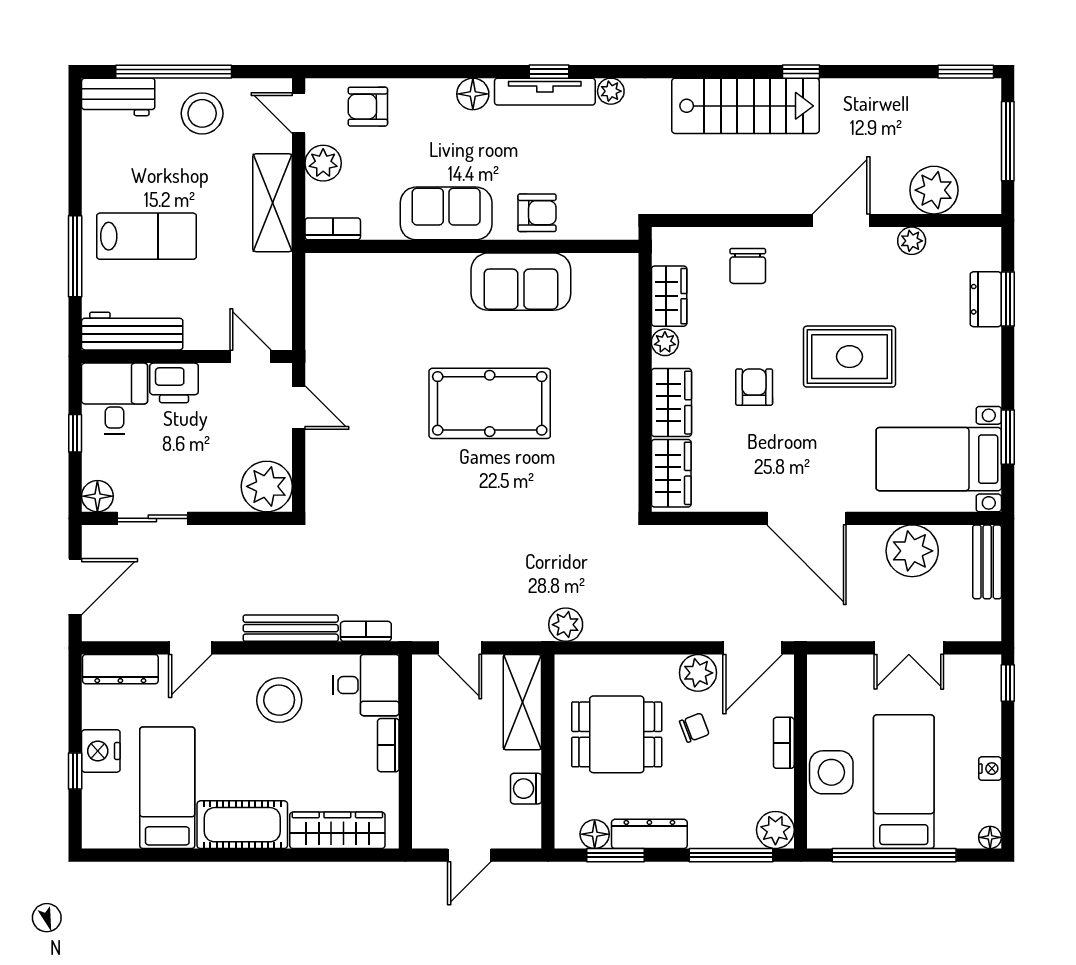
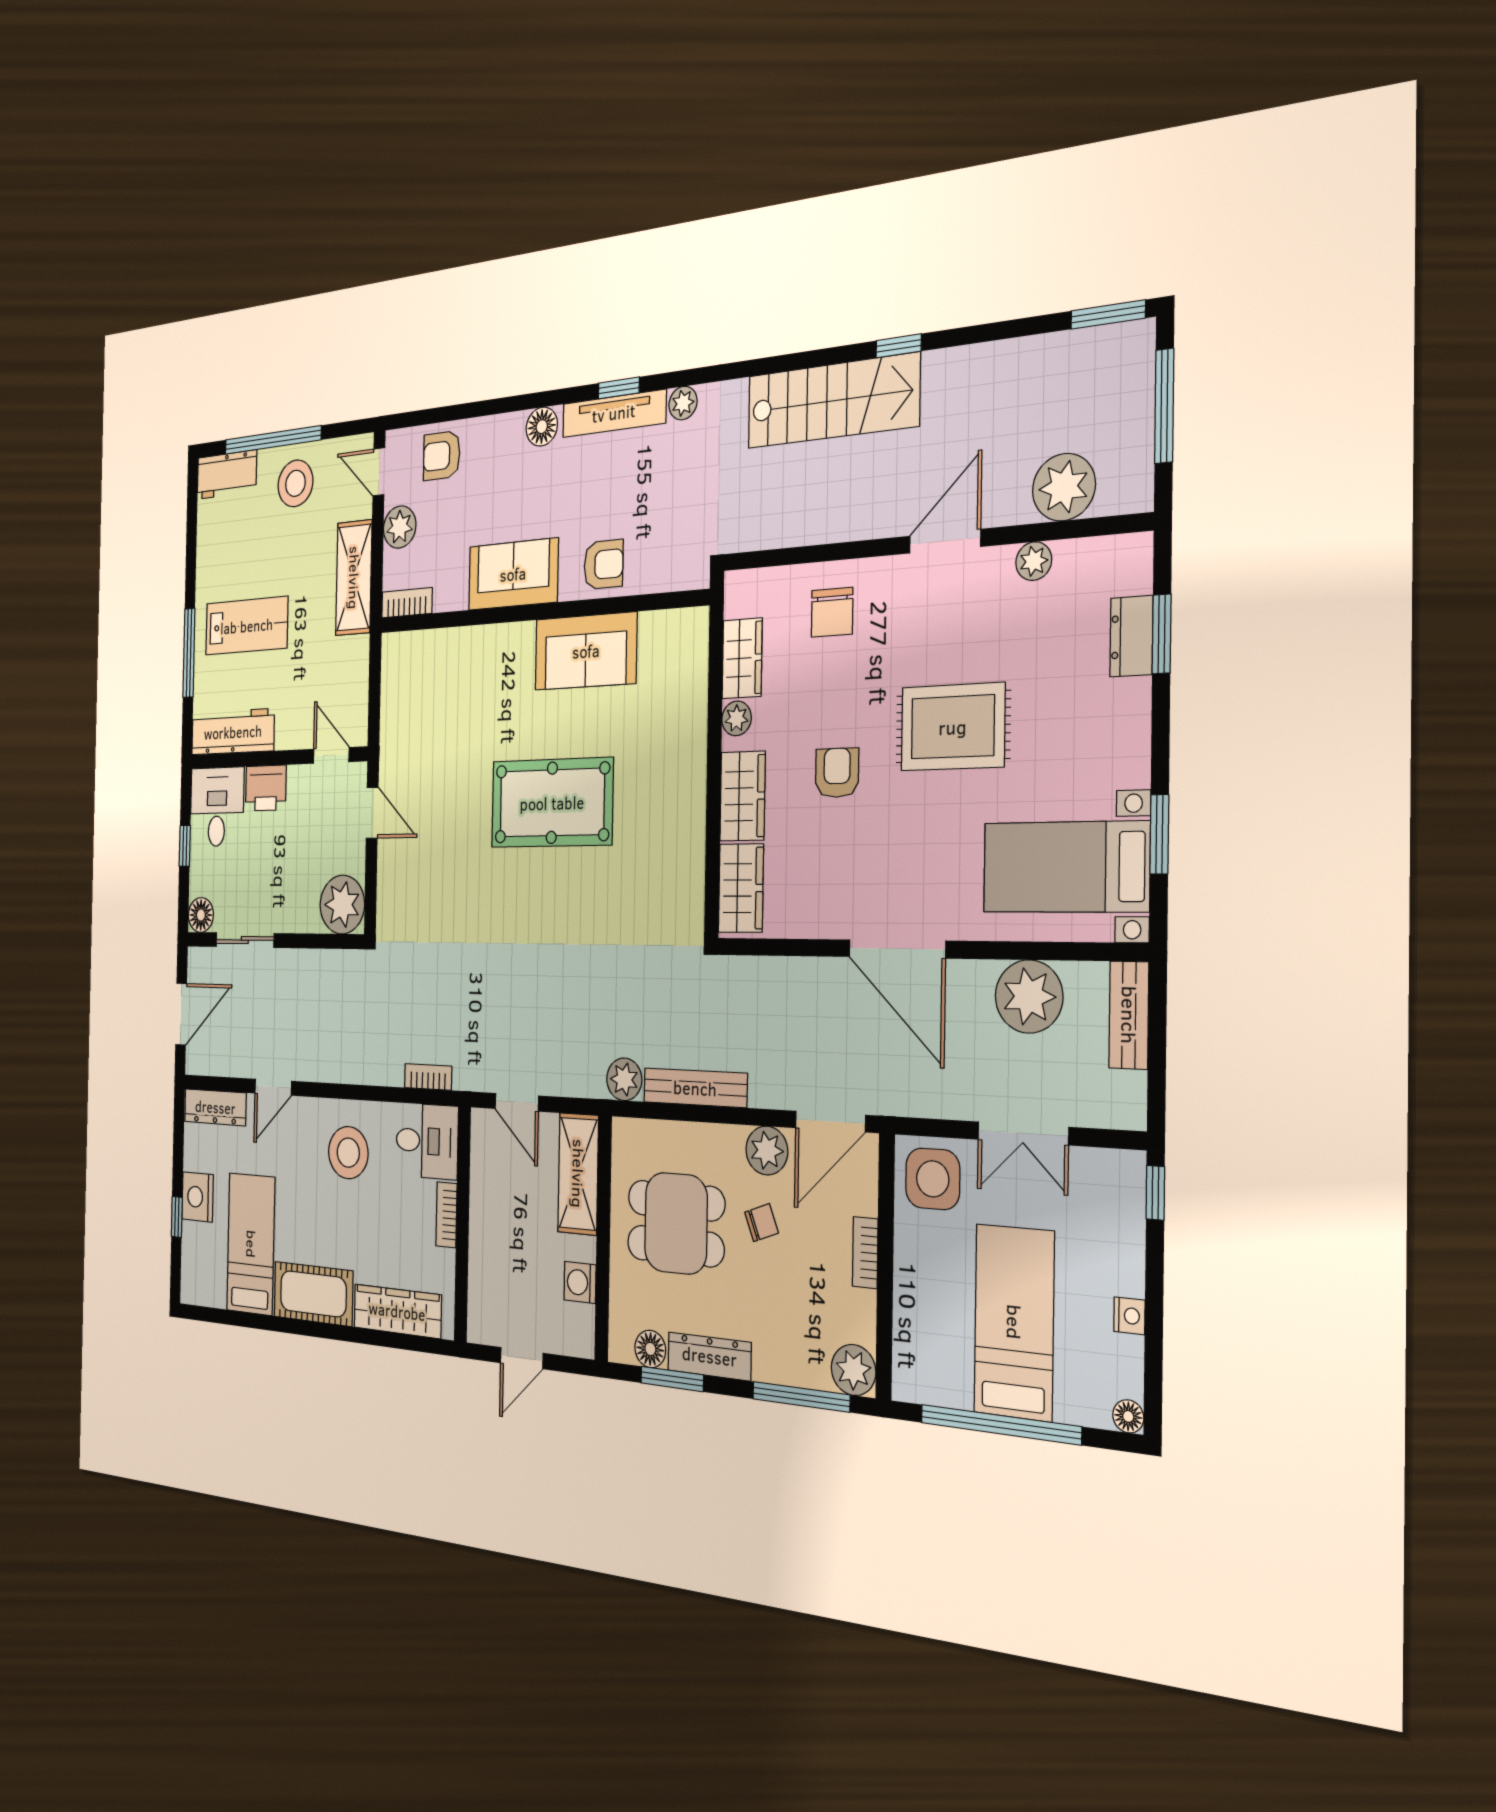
bench: (291, 628) -> (695, 1088), moved
side table: (831, 772) -> (933, 1179), moved

